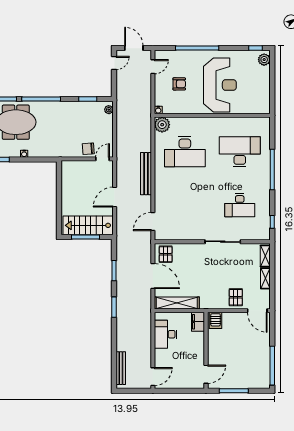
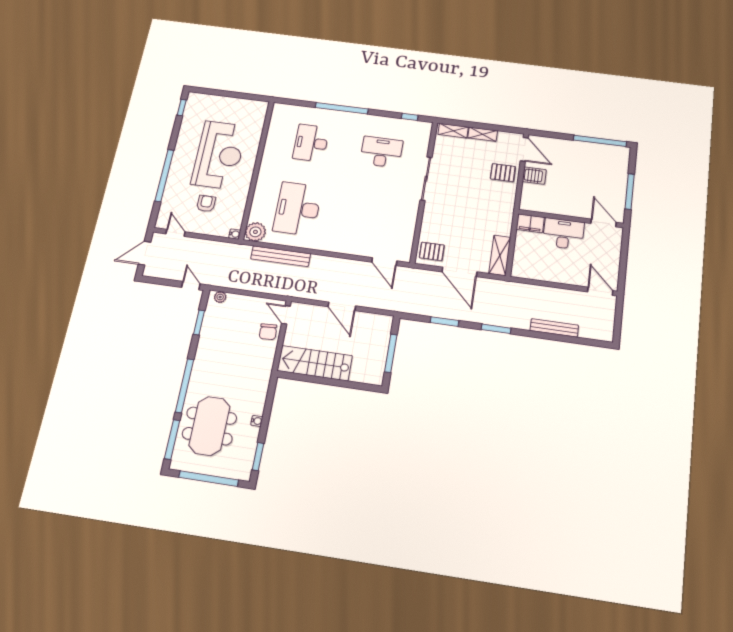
plant: (264, 60) -> (199, 100), removed
door: (114, 63) -> (191, 286), moved
reception desk: (220, 85) -> (219, 155), turned 90
desk: (185, 152) -> (298, 209), turned 180
desk: (240, 152) -> (311, 143), width x0.73, depth x0.77
bench: (146, 174) -> (281, 256), moved
desk: (240, 205) -> (381, 152), turned -90
stairs: (88, 225) -> (315, 363), moved, turned 90
door: (153, 276) -> (459, 272), swing flipped
shelving: (177, 303) -> (500, 255), width x0.68
door: (257, 311) -> (524, 149), hinge flipped
server rack: (216, 320) -> (534, 176), moved
desk: (166, 334) -> (563, 234), moved, turned 180
bench: (121, 368) -> (554, 328), moved

